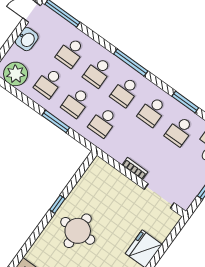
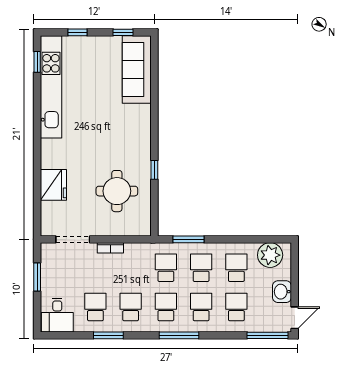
window: (56, 121) -> (189, 239), moved
round table: (78, 231) -> (117, 191), moved

